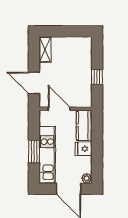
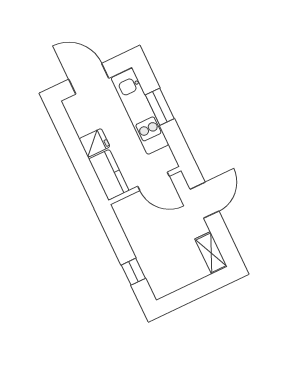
window: (97, 77) -> (133, 272), moved
door: (34, 83) -> (204, 200), hinge flipped
plant: (87, 178) -> (71, 105), removed

